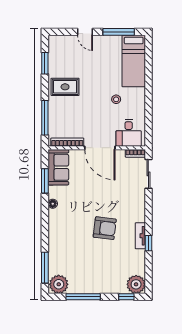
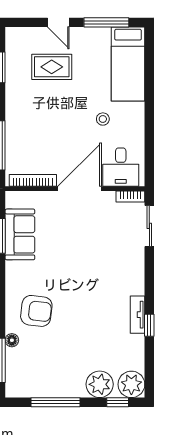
rug: (65, 87) -> (52, 67), moved
door: (100, 148) -> (80, 189), swing flipped
sofa: (58, 167) -> (20, 234), moved
floor lamp: (53, 204) -> (12, 340), moved
armchair: (105, 228) -> (36, 311), moved
plant: (59, 284) -> (100, 384), moved

